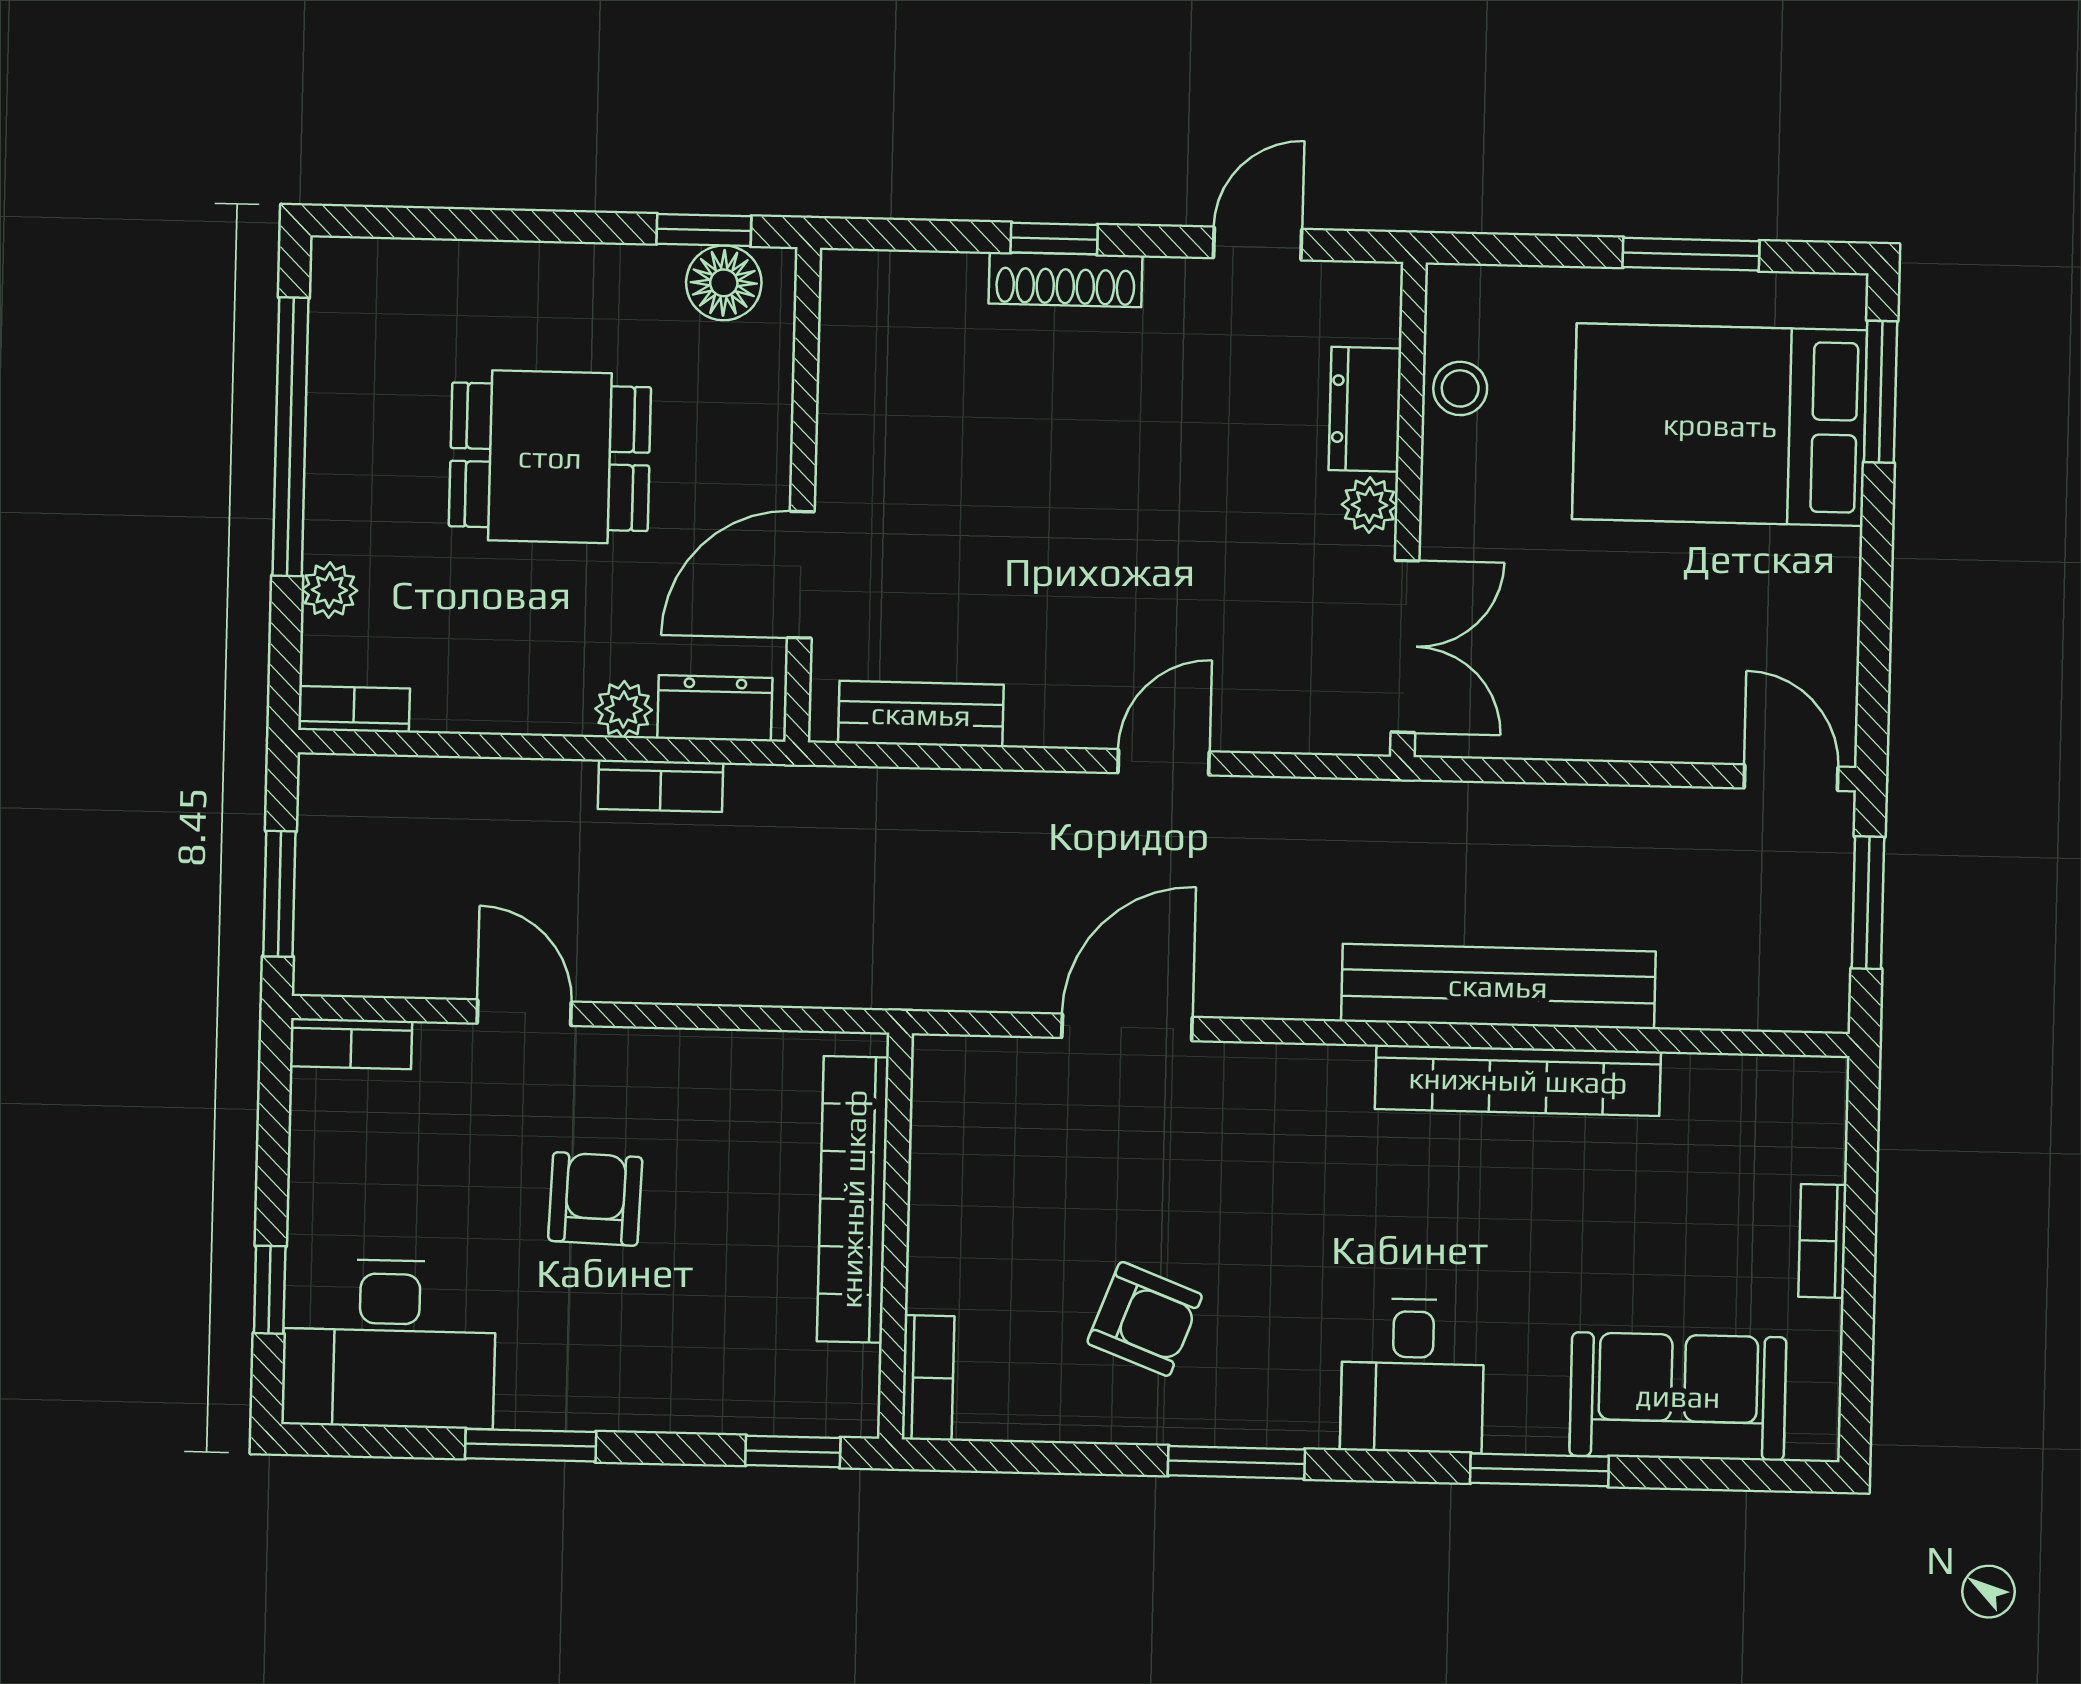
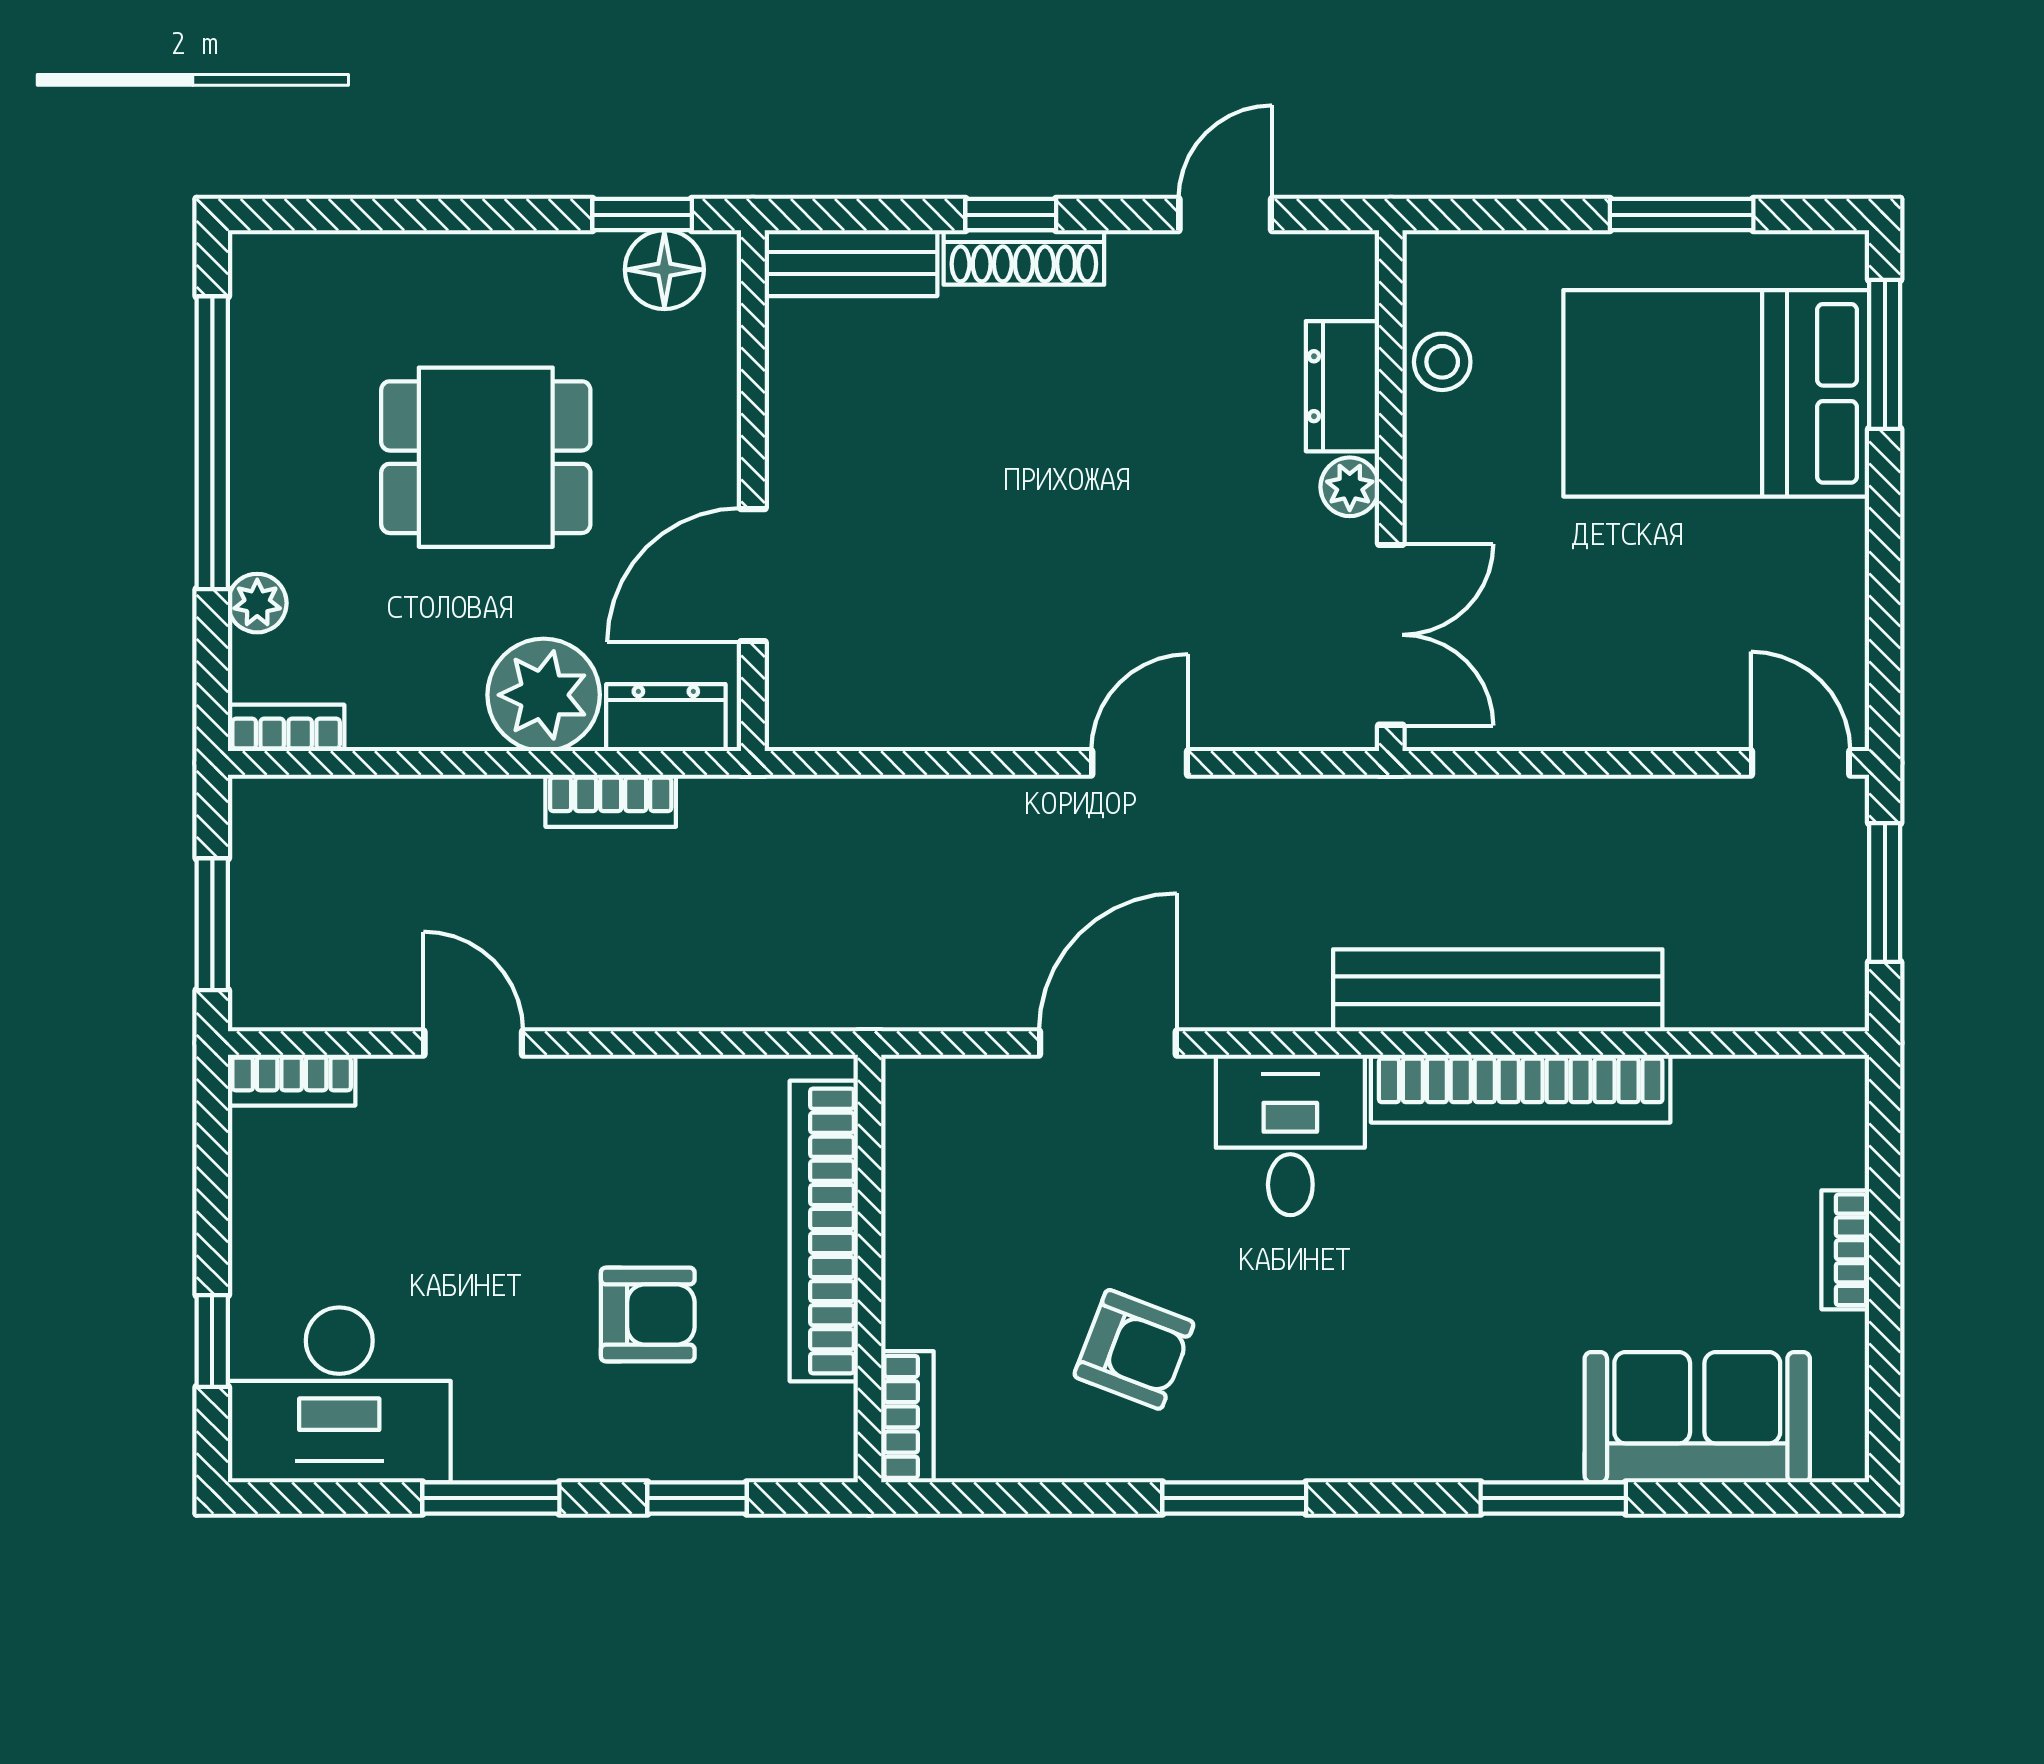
plant: (624, 709) -> (544, 695), width x1.88, depth x1.88
bench: (921, 714) -> (851, 263), moved
armchair: (595, 1199) -> (648, 1314), moved, turned 88
desk: (1412, 1376) -> (1290, 1135), moved, turned 180
window: (793, 1452) -> (697, 1498), moved

